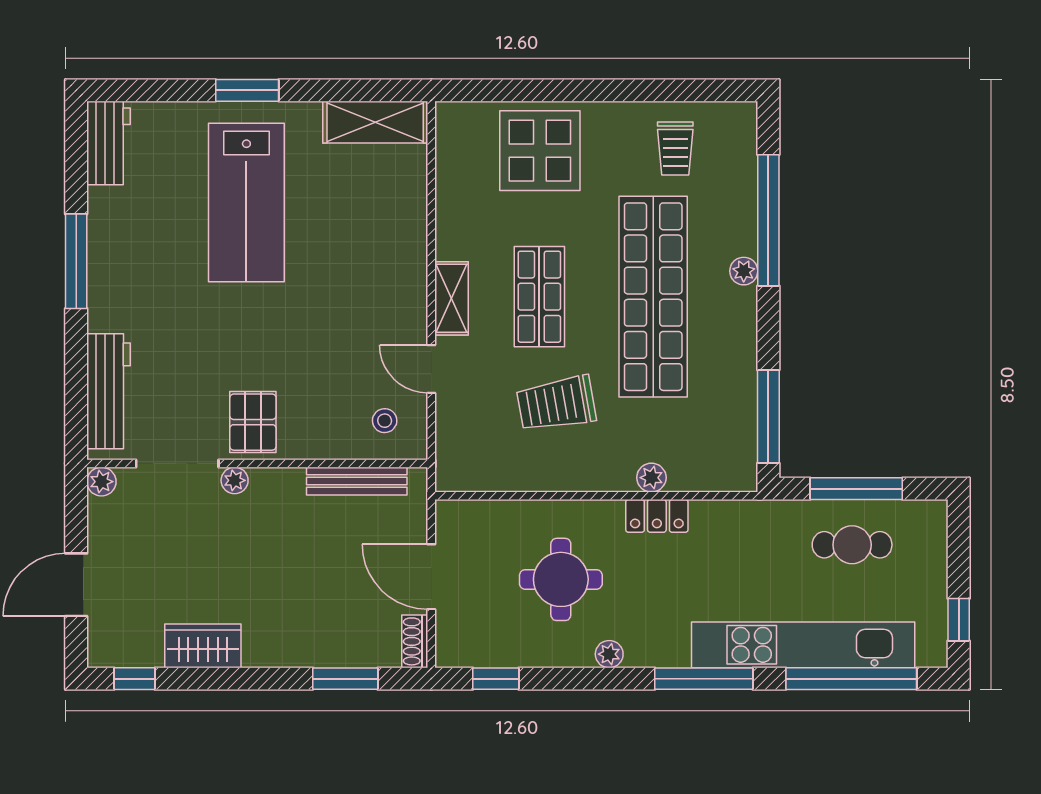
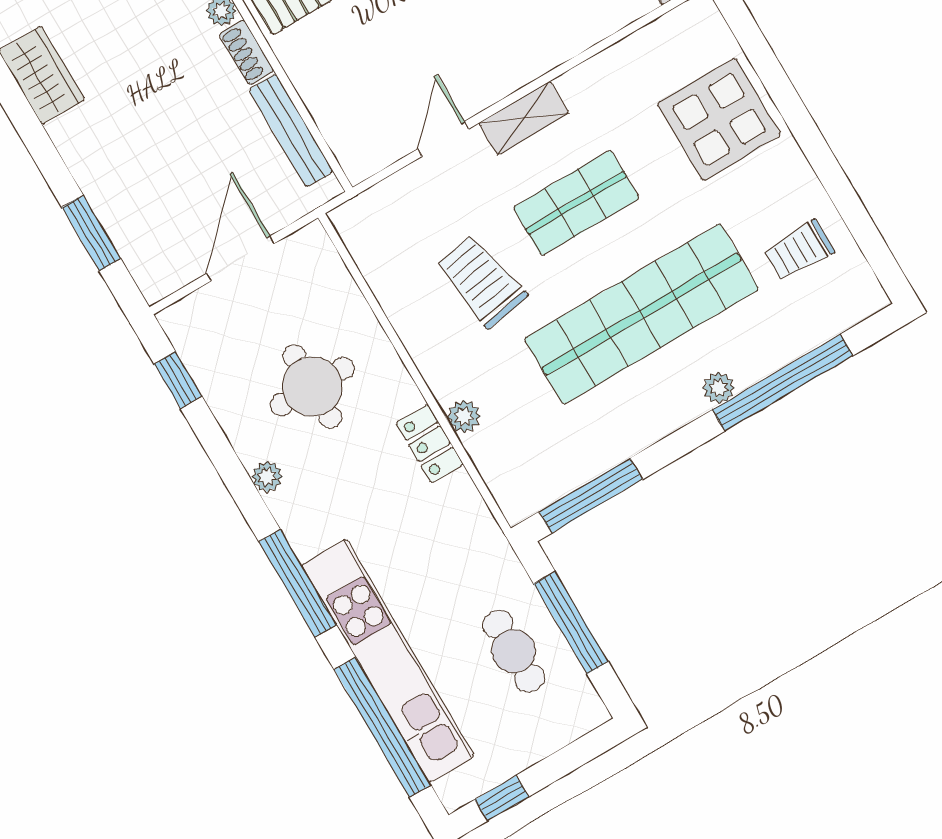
stool: (385, 421) -> (366, 123), removed
shoe rack: (415, 641) -> (246, 52), moved, turned -90

